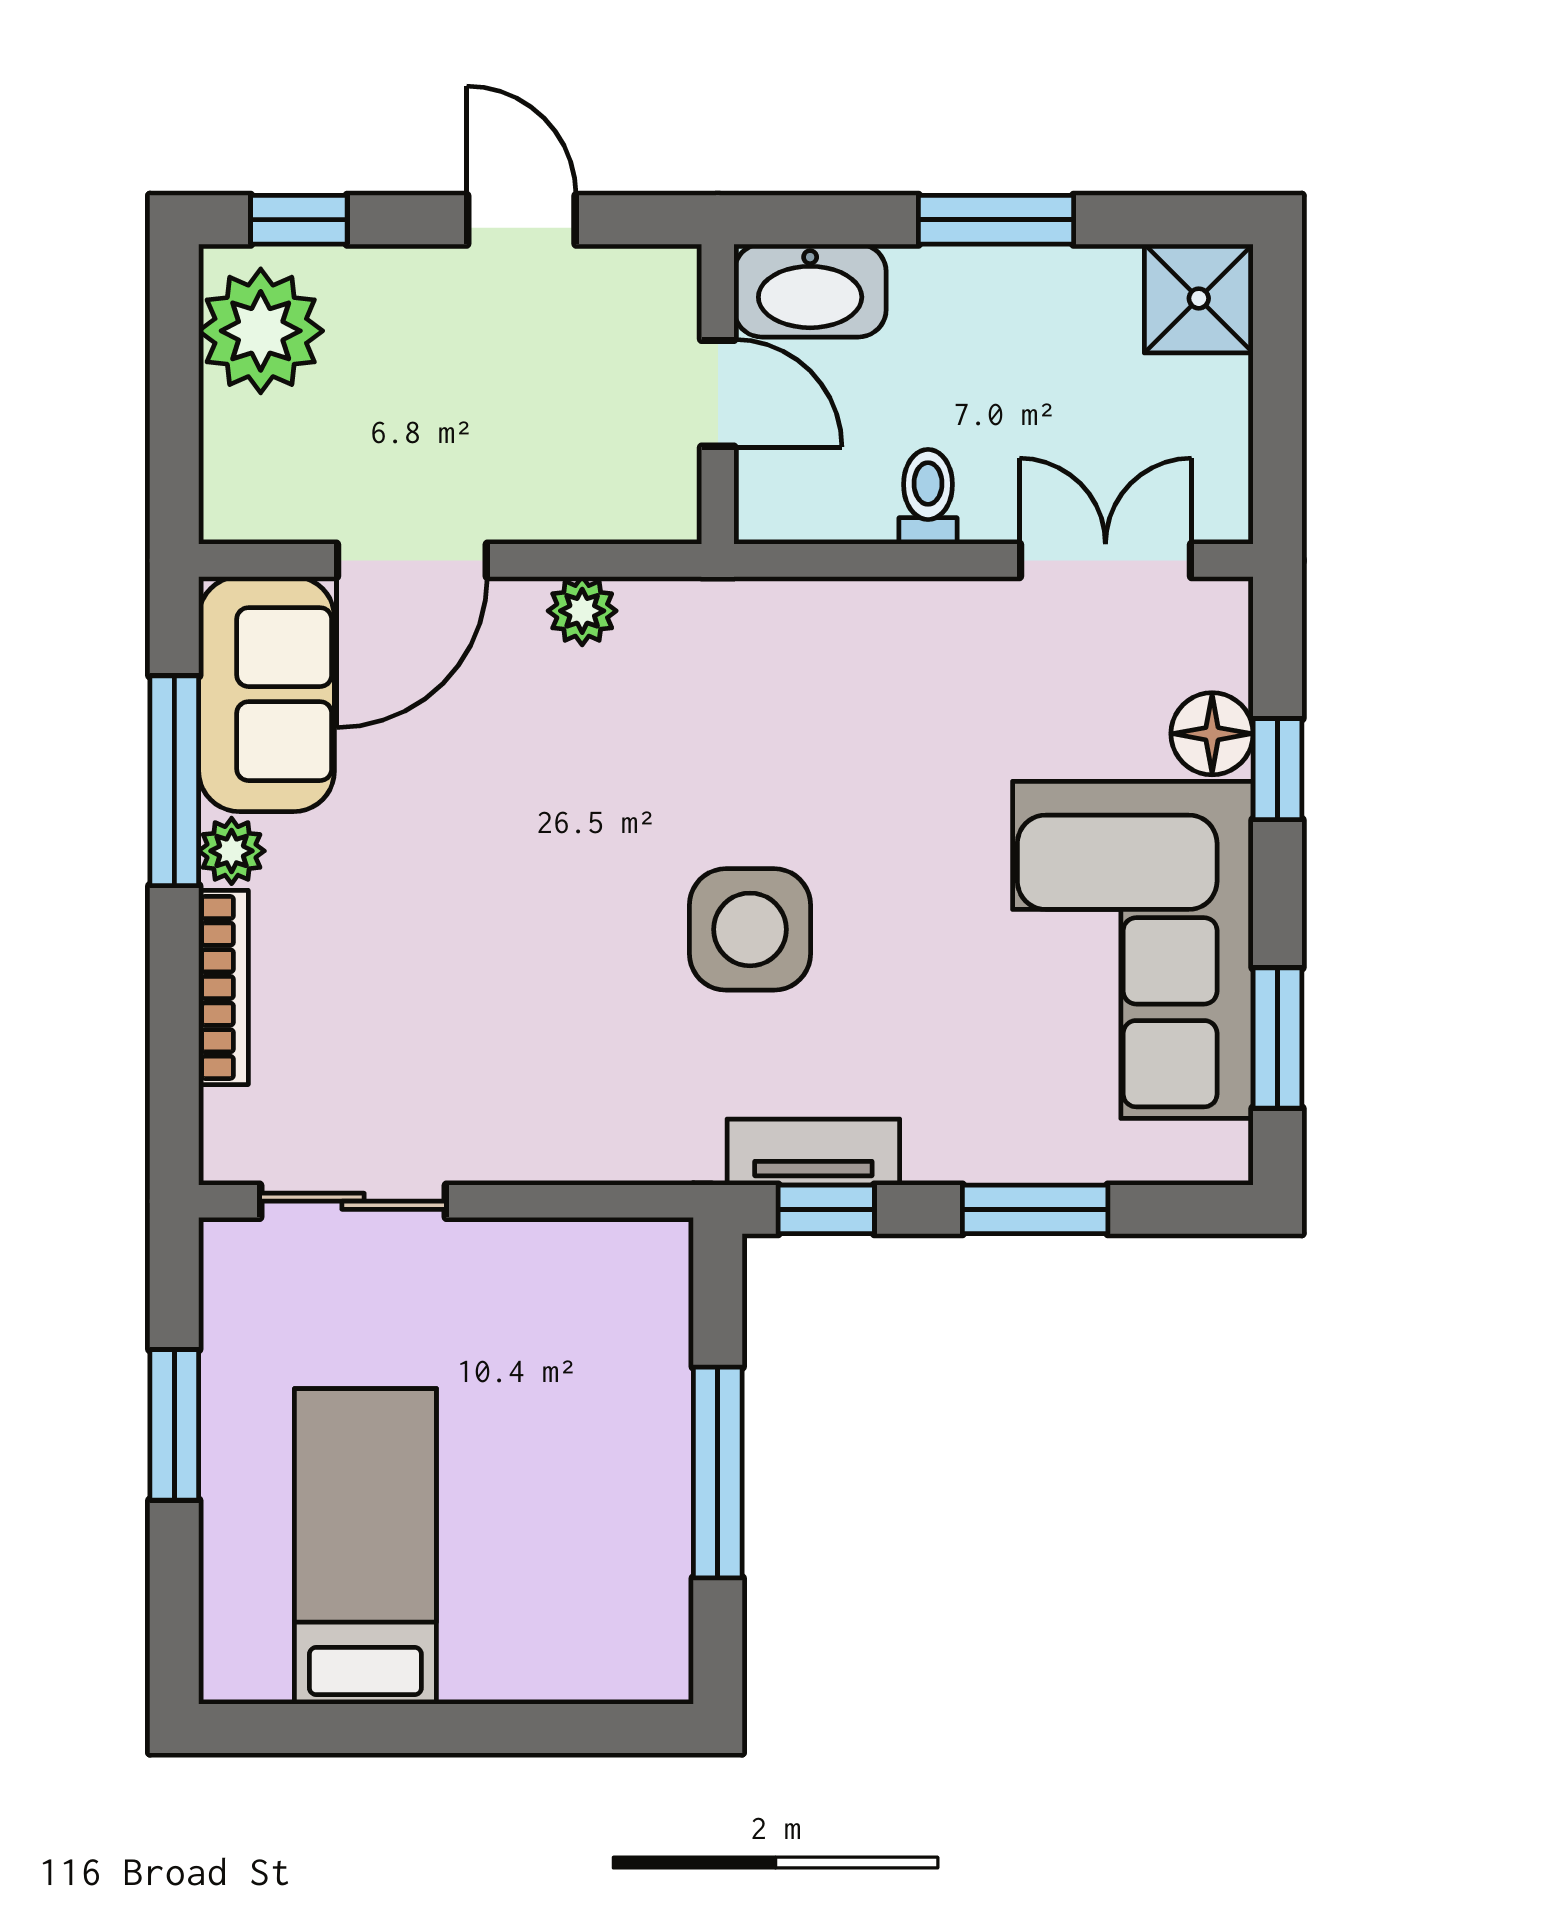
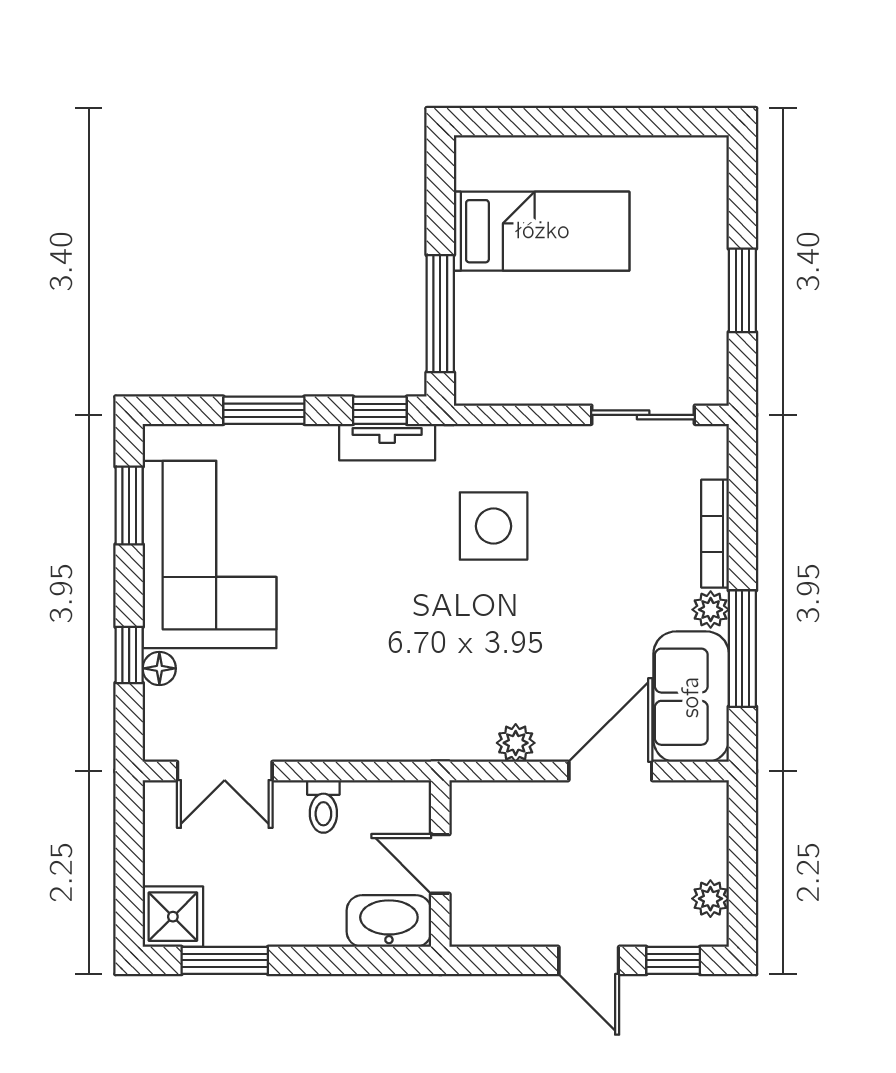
door: (521, 220) -> (589, 960), moved
window: (996, 220) -> (225, 960), moved
plant: (261, 331) -> (710, 899), width x0.53, depth x0.53
floor lamp: (1212, 734) -> (159, 668), width x0.73, depth x0.73
side table: (750, 929) -> (494, 526), moved
window: (718, 1472) -> (440, 314), moved
bed: (365, 1546) -> (542, 231), moved, turned -90

